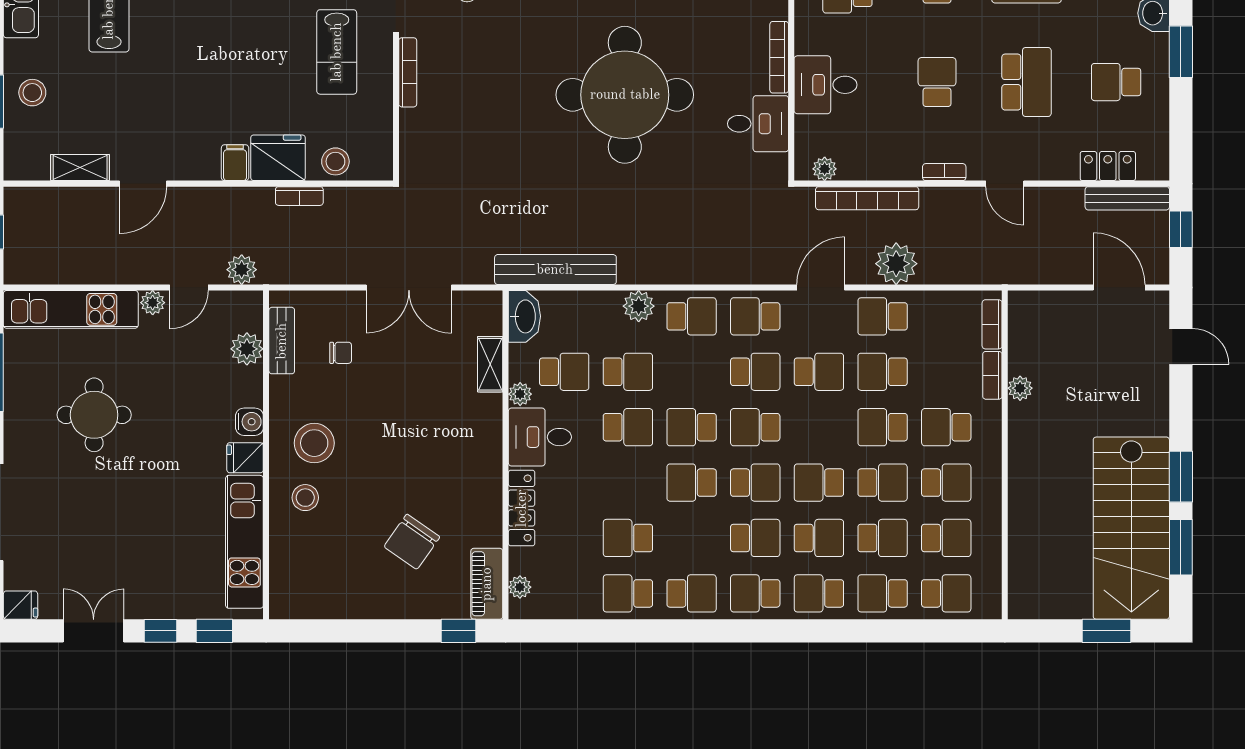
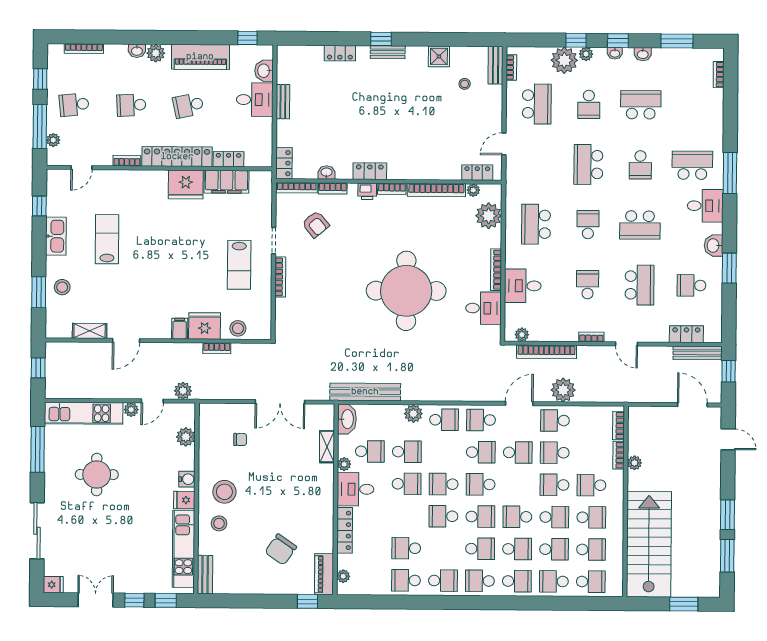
bench: (282, 341) -> (205, 575), moved
stairs: (1131, 528) -> (649, 544), moved, turned 180
school desk: (819, 593) -> (517, 581), turned 180

